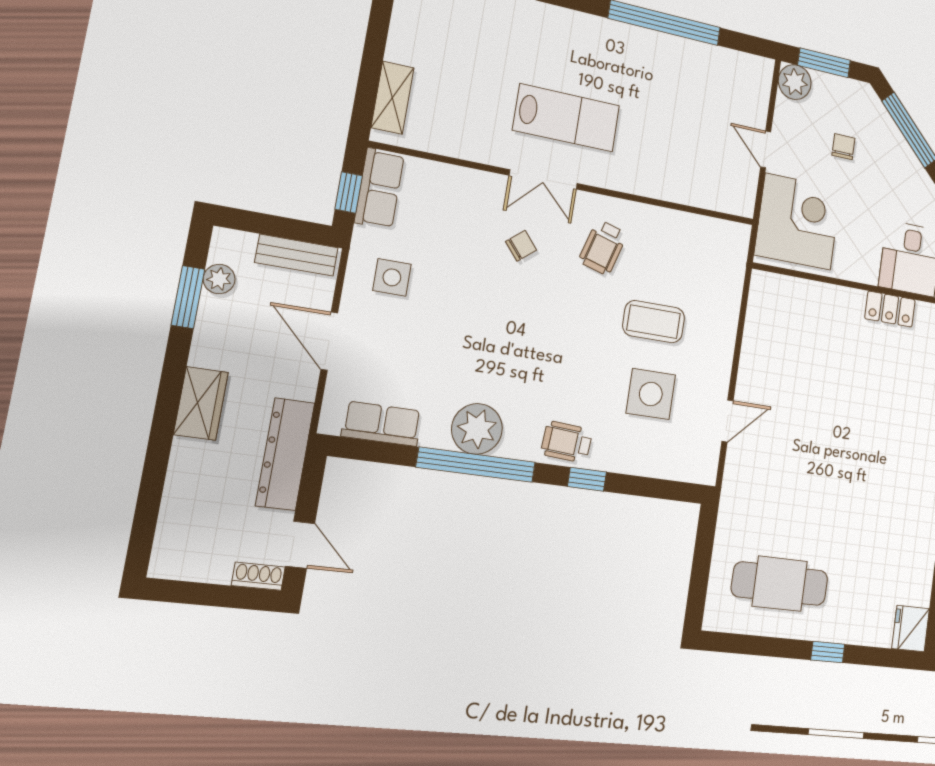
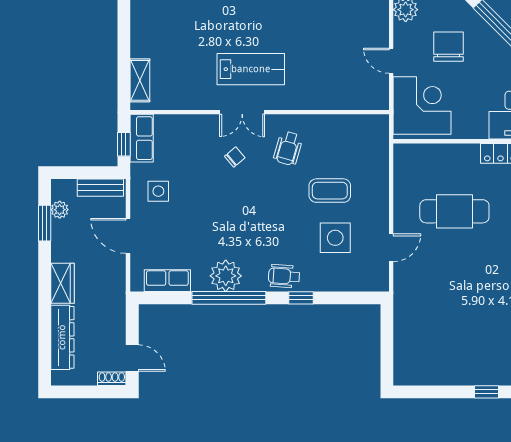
chair: (843, 147) -> (449, 47), width x1.87, depth x1.87
dresser: (285, 454) -> (62, 337), moved, turned 180
cafe table: (780, 584) -> (454, 211), moved

